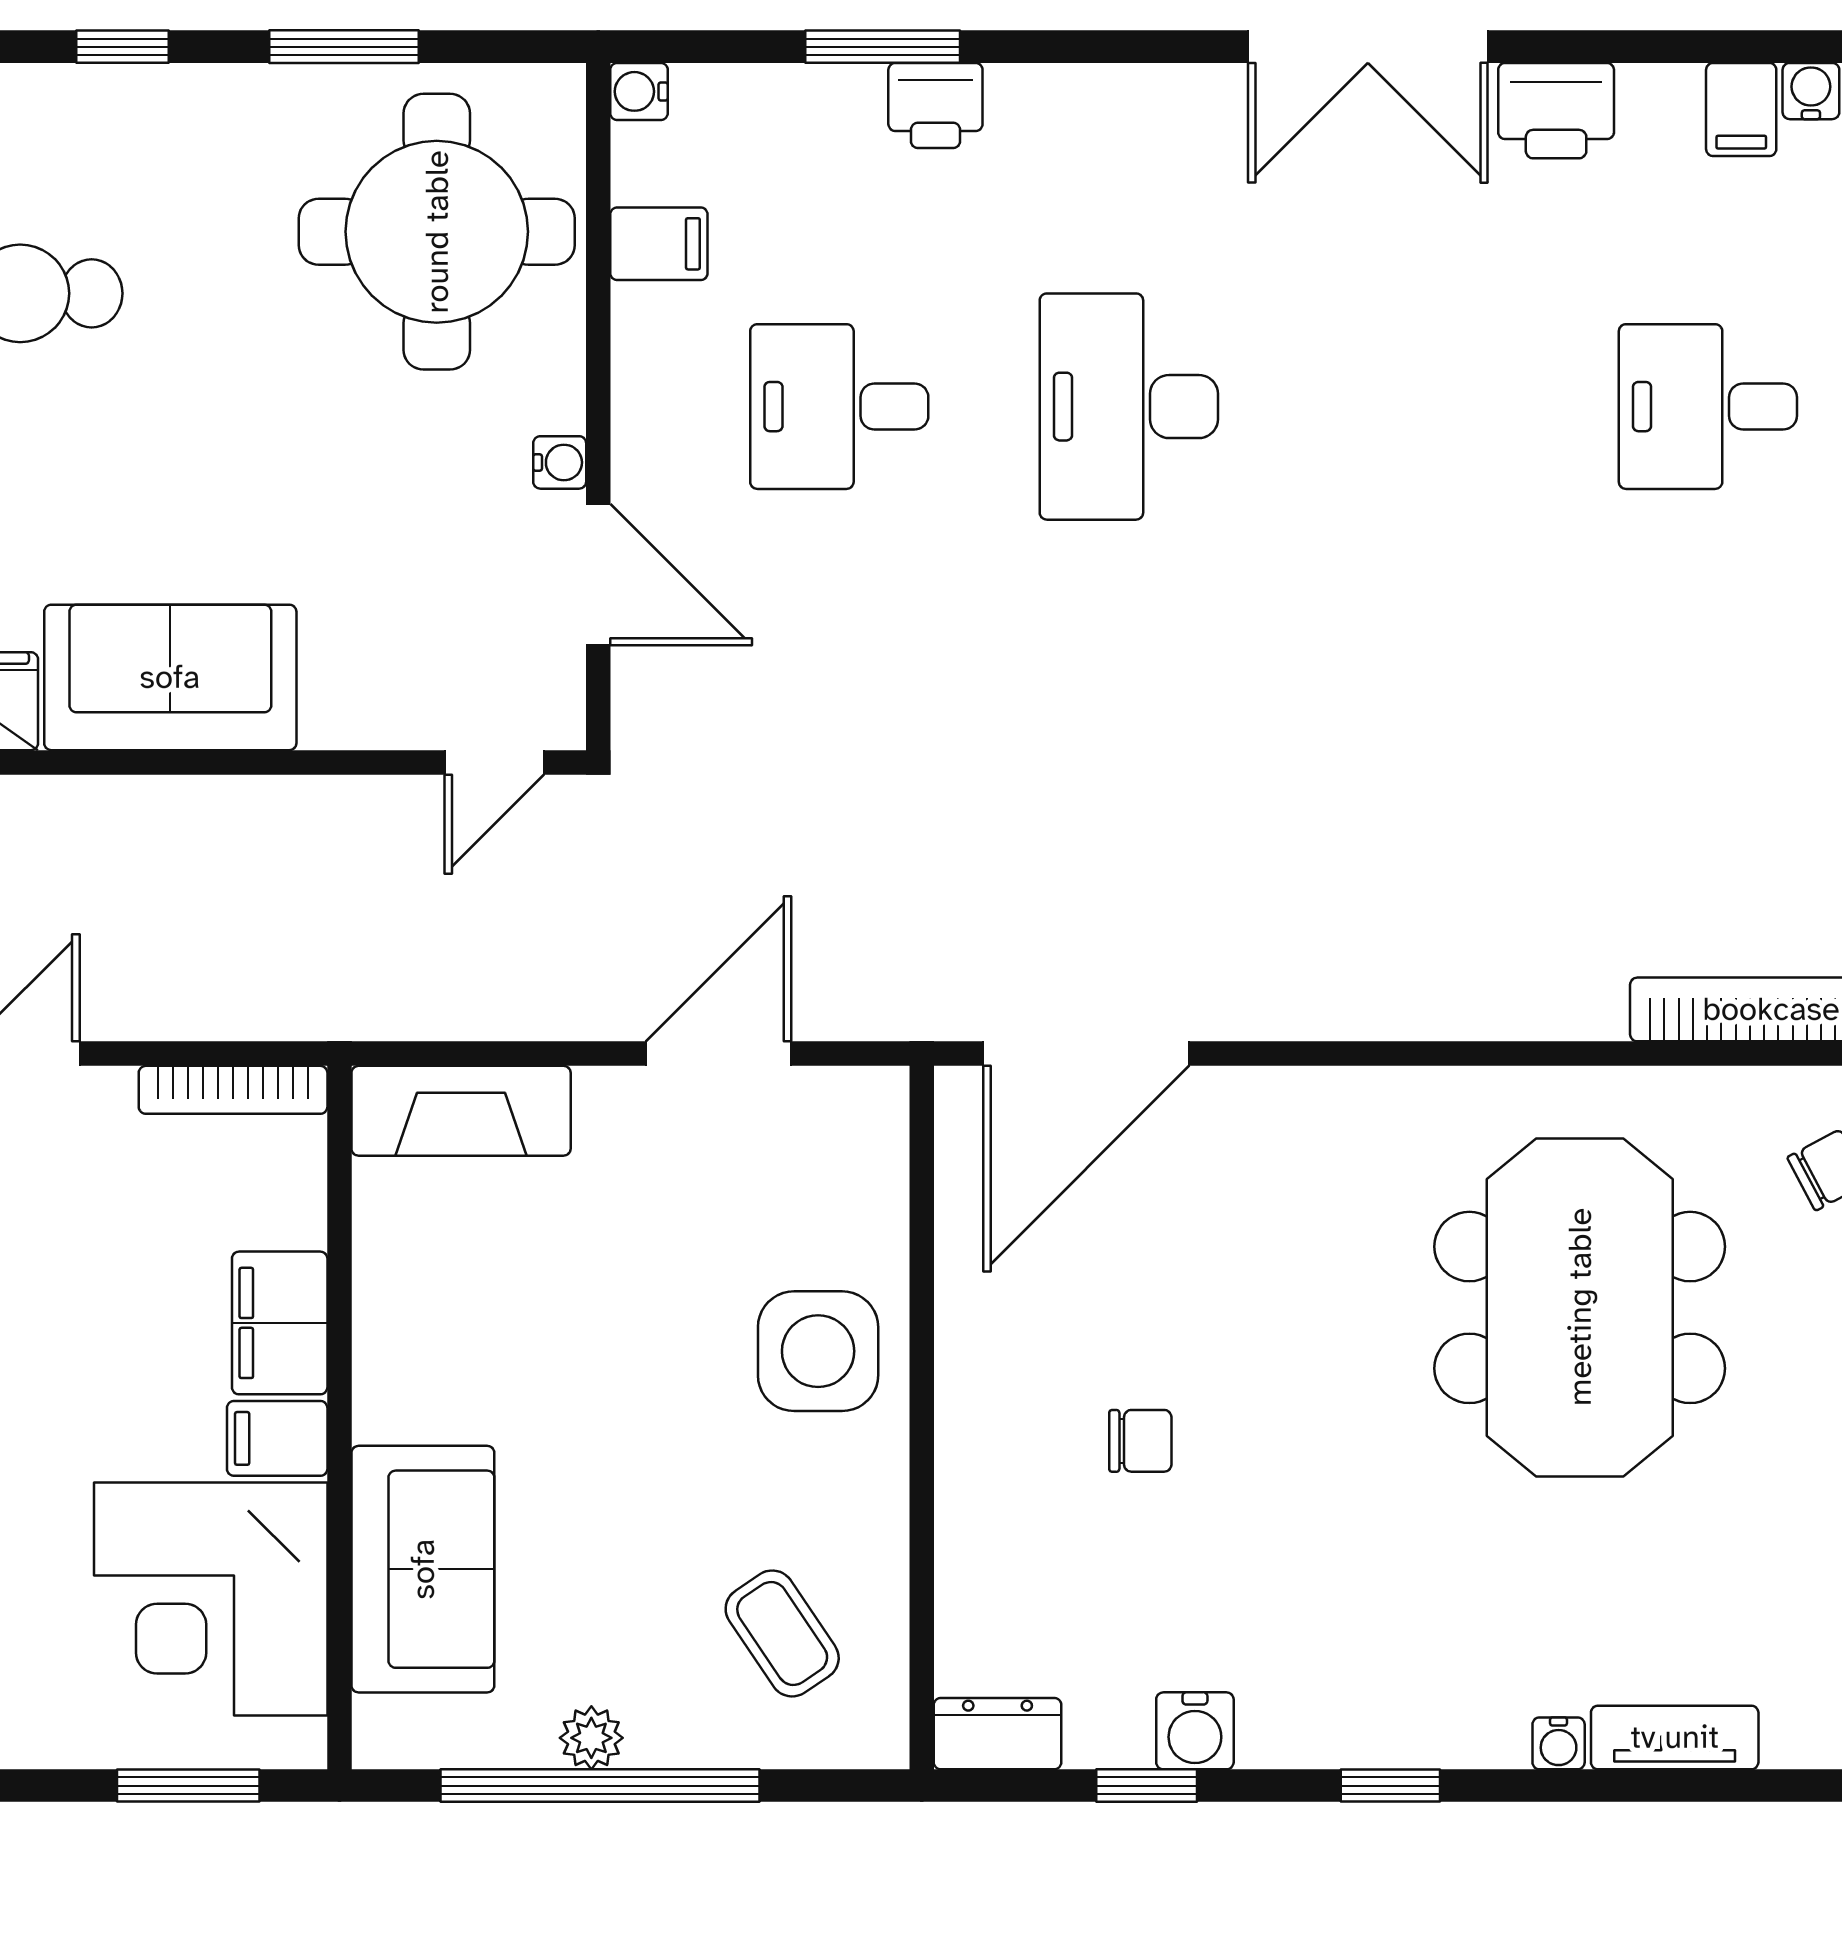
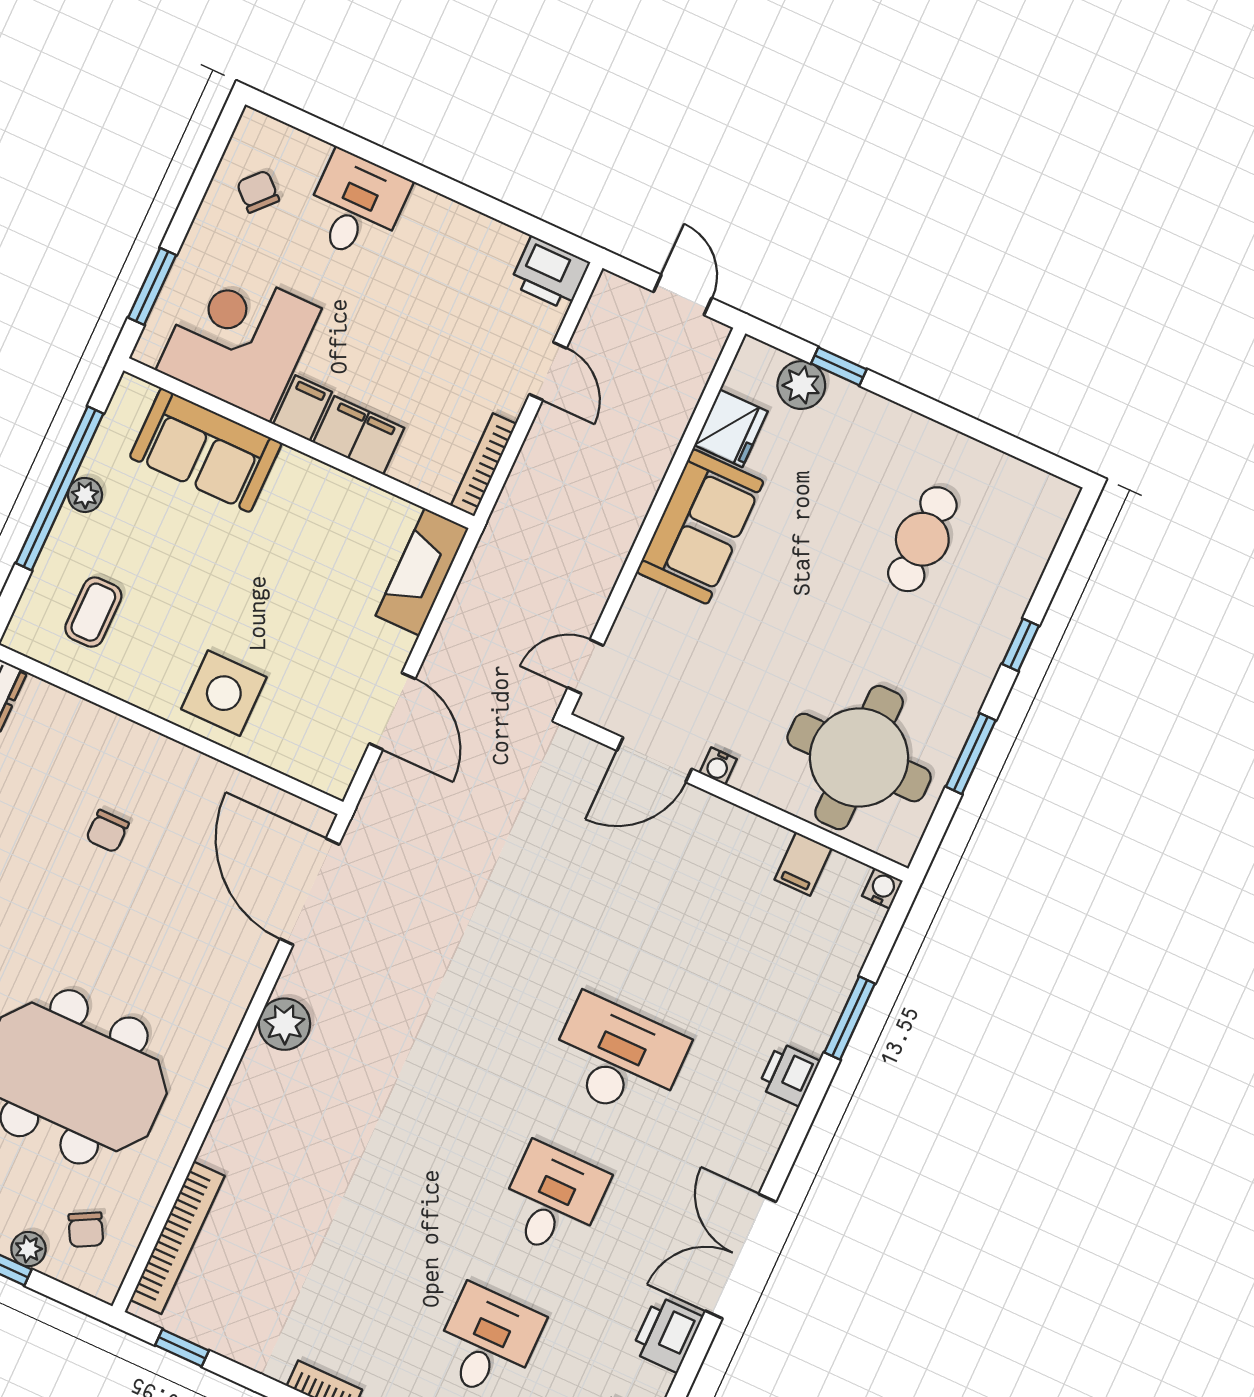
printer: (935, 106) -> (789, 1074), moved
desk: (839, 407) -> (553, 1200), moved
door: (494, 762) -> (586, 667), hinge flipped
plant: (1329, 994) -> (284, 1024), added
coffee table: (782, 1633) -> (93, 612), turned -56

